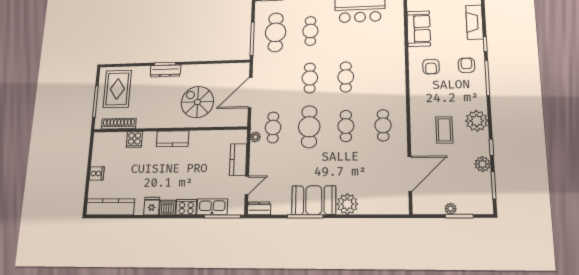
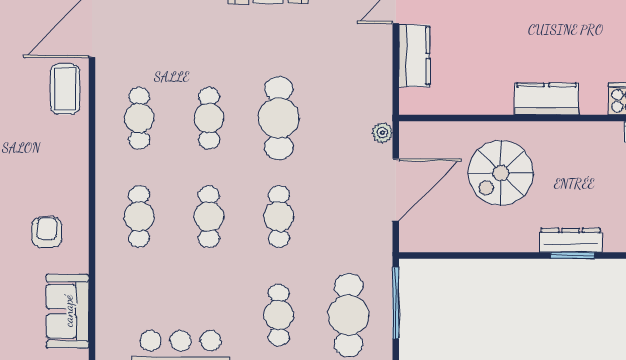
spiral stairs: (197, 102) -> (501, 173), turned 90
cafe table: (273, 127) -> (139, 217), moved
coffee table: (444, 130) -> (65, 89), moved
plant: (255, 137) -> (382, 133), moved

